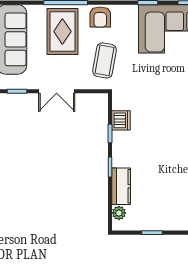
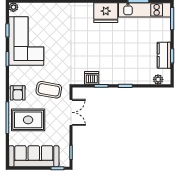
armchair: (100, 17) -> (18, 93), turned 90
double door: (57, 91) -> (71, 112), moved
kitchen counter: (121, 186) -> (164, 55), moved, turned -90

